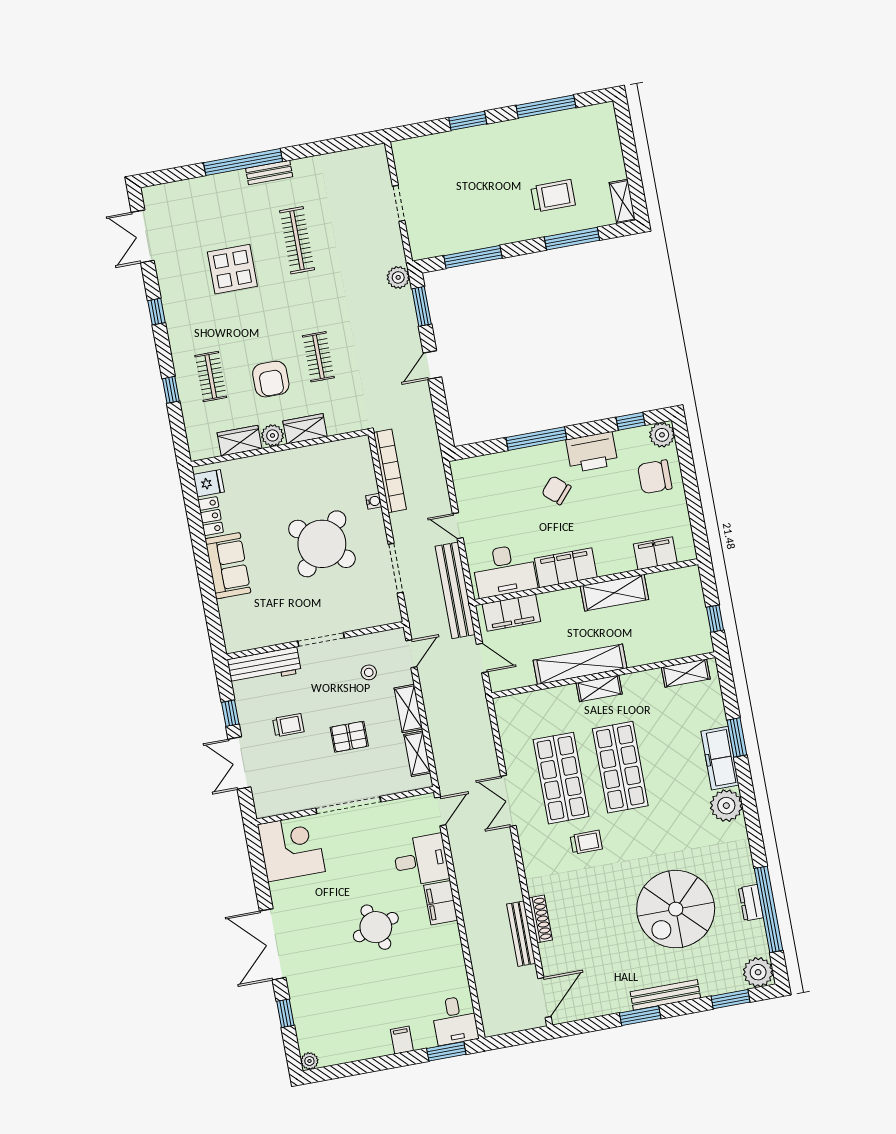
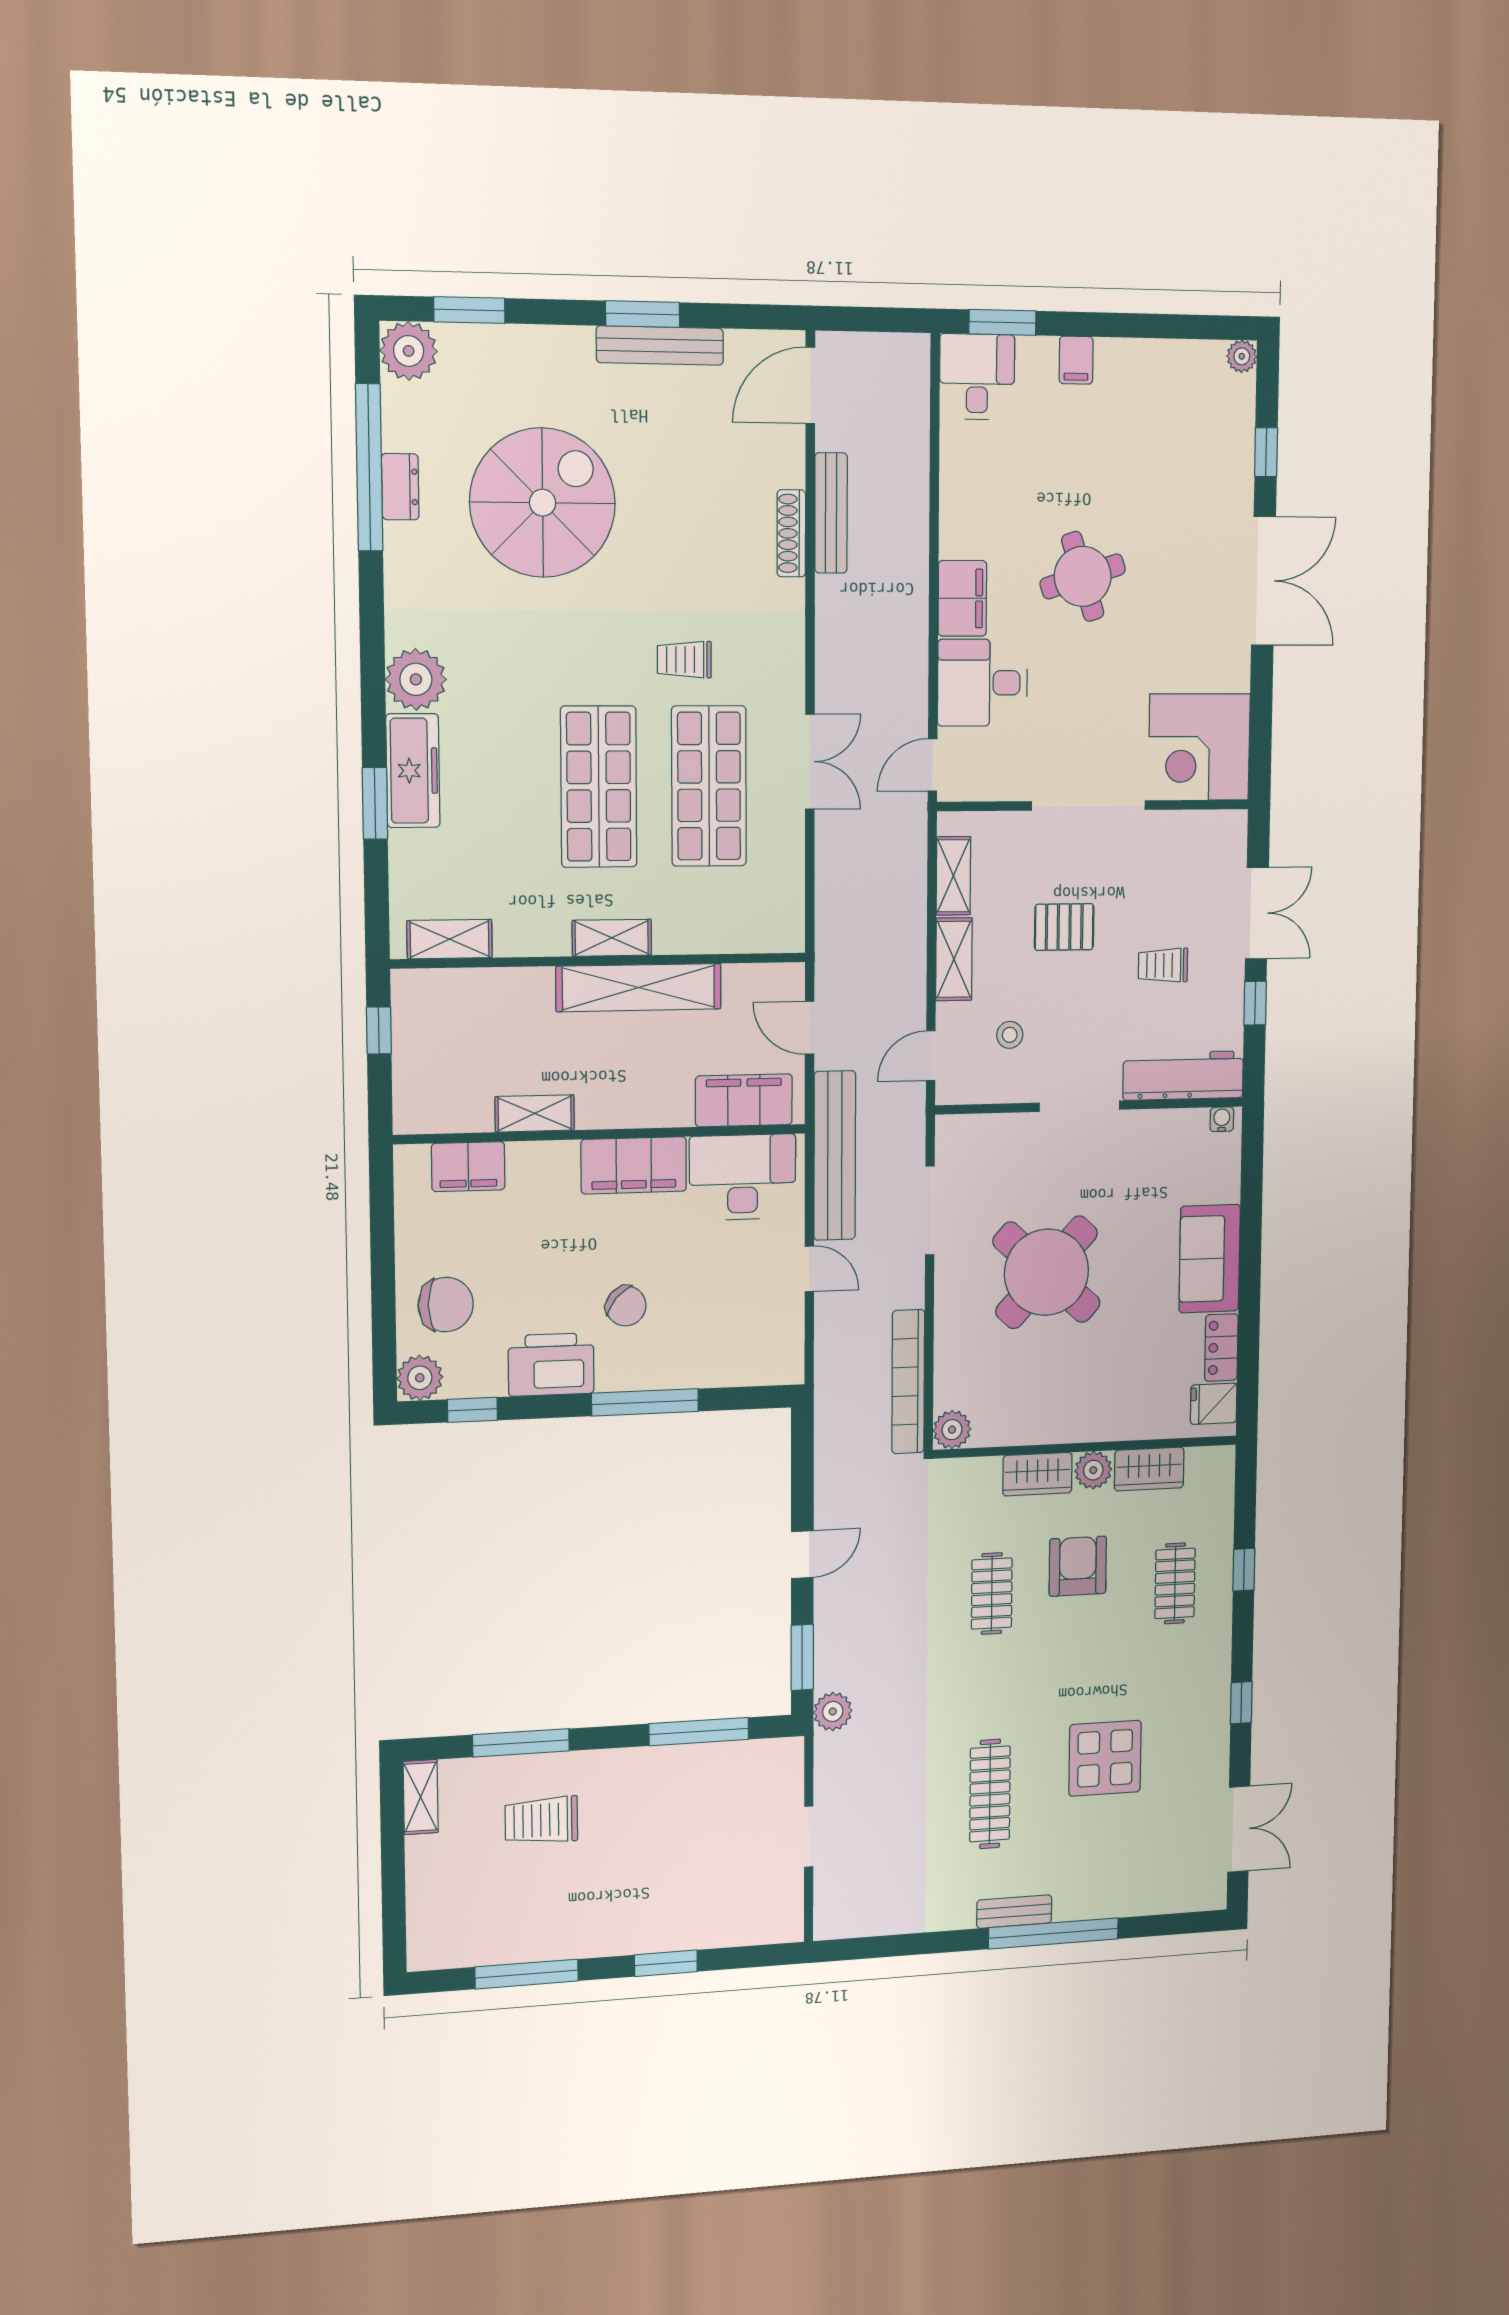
plant: (360, 447) -> (952, 1430), added
water cooler: (374, 501) -> (1222, 1119), moved, turned 90
shelving: (614, 593) -> (535, 1113), width x0.67, depth x0.75
bench: (665, 995) -> (660, 345), moved

